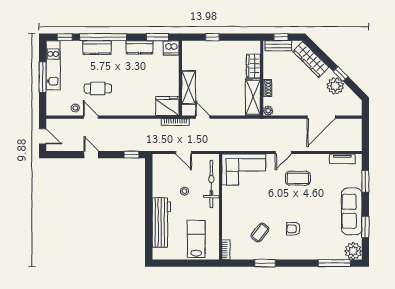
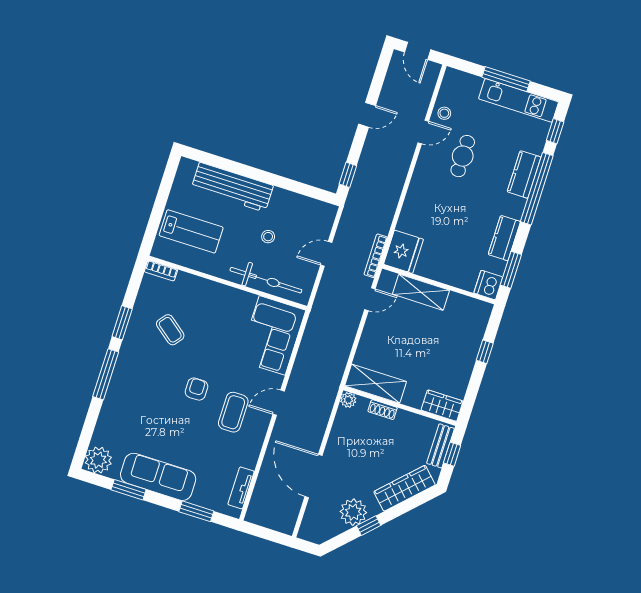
wardrobe: (253, 66) -> (442, 406), moved
door: (43, 136) -> (418, 51), hinge flipped
door: (283, 152) -> (279, 403), hinge flipped
armchair: (293, 229) -> (196, 389), moved
window: (334, 263) -> (106, 374), moved

